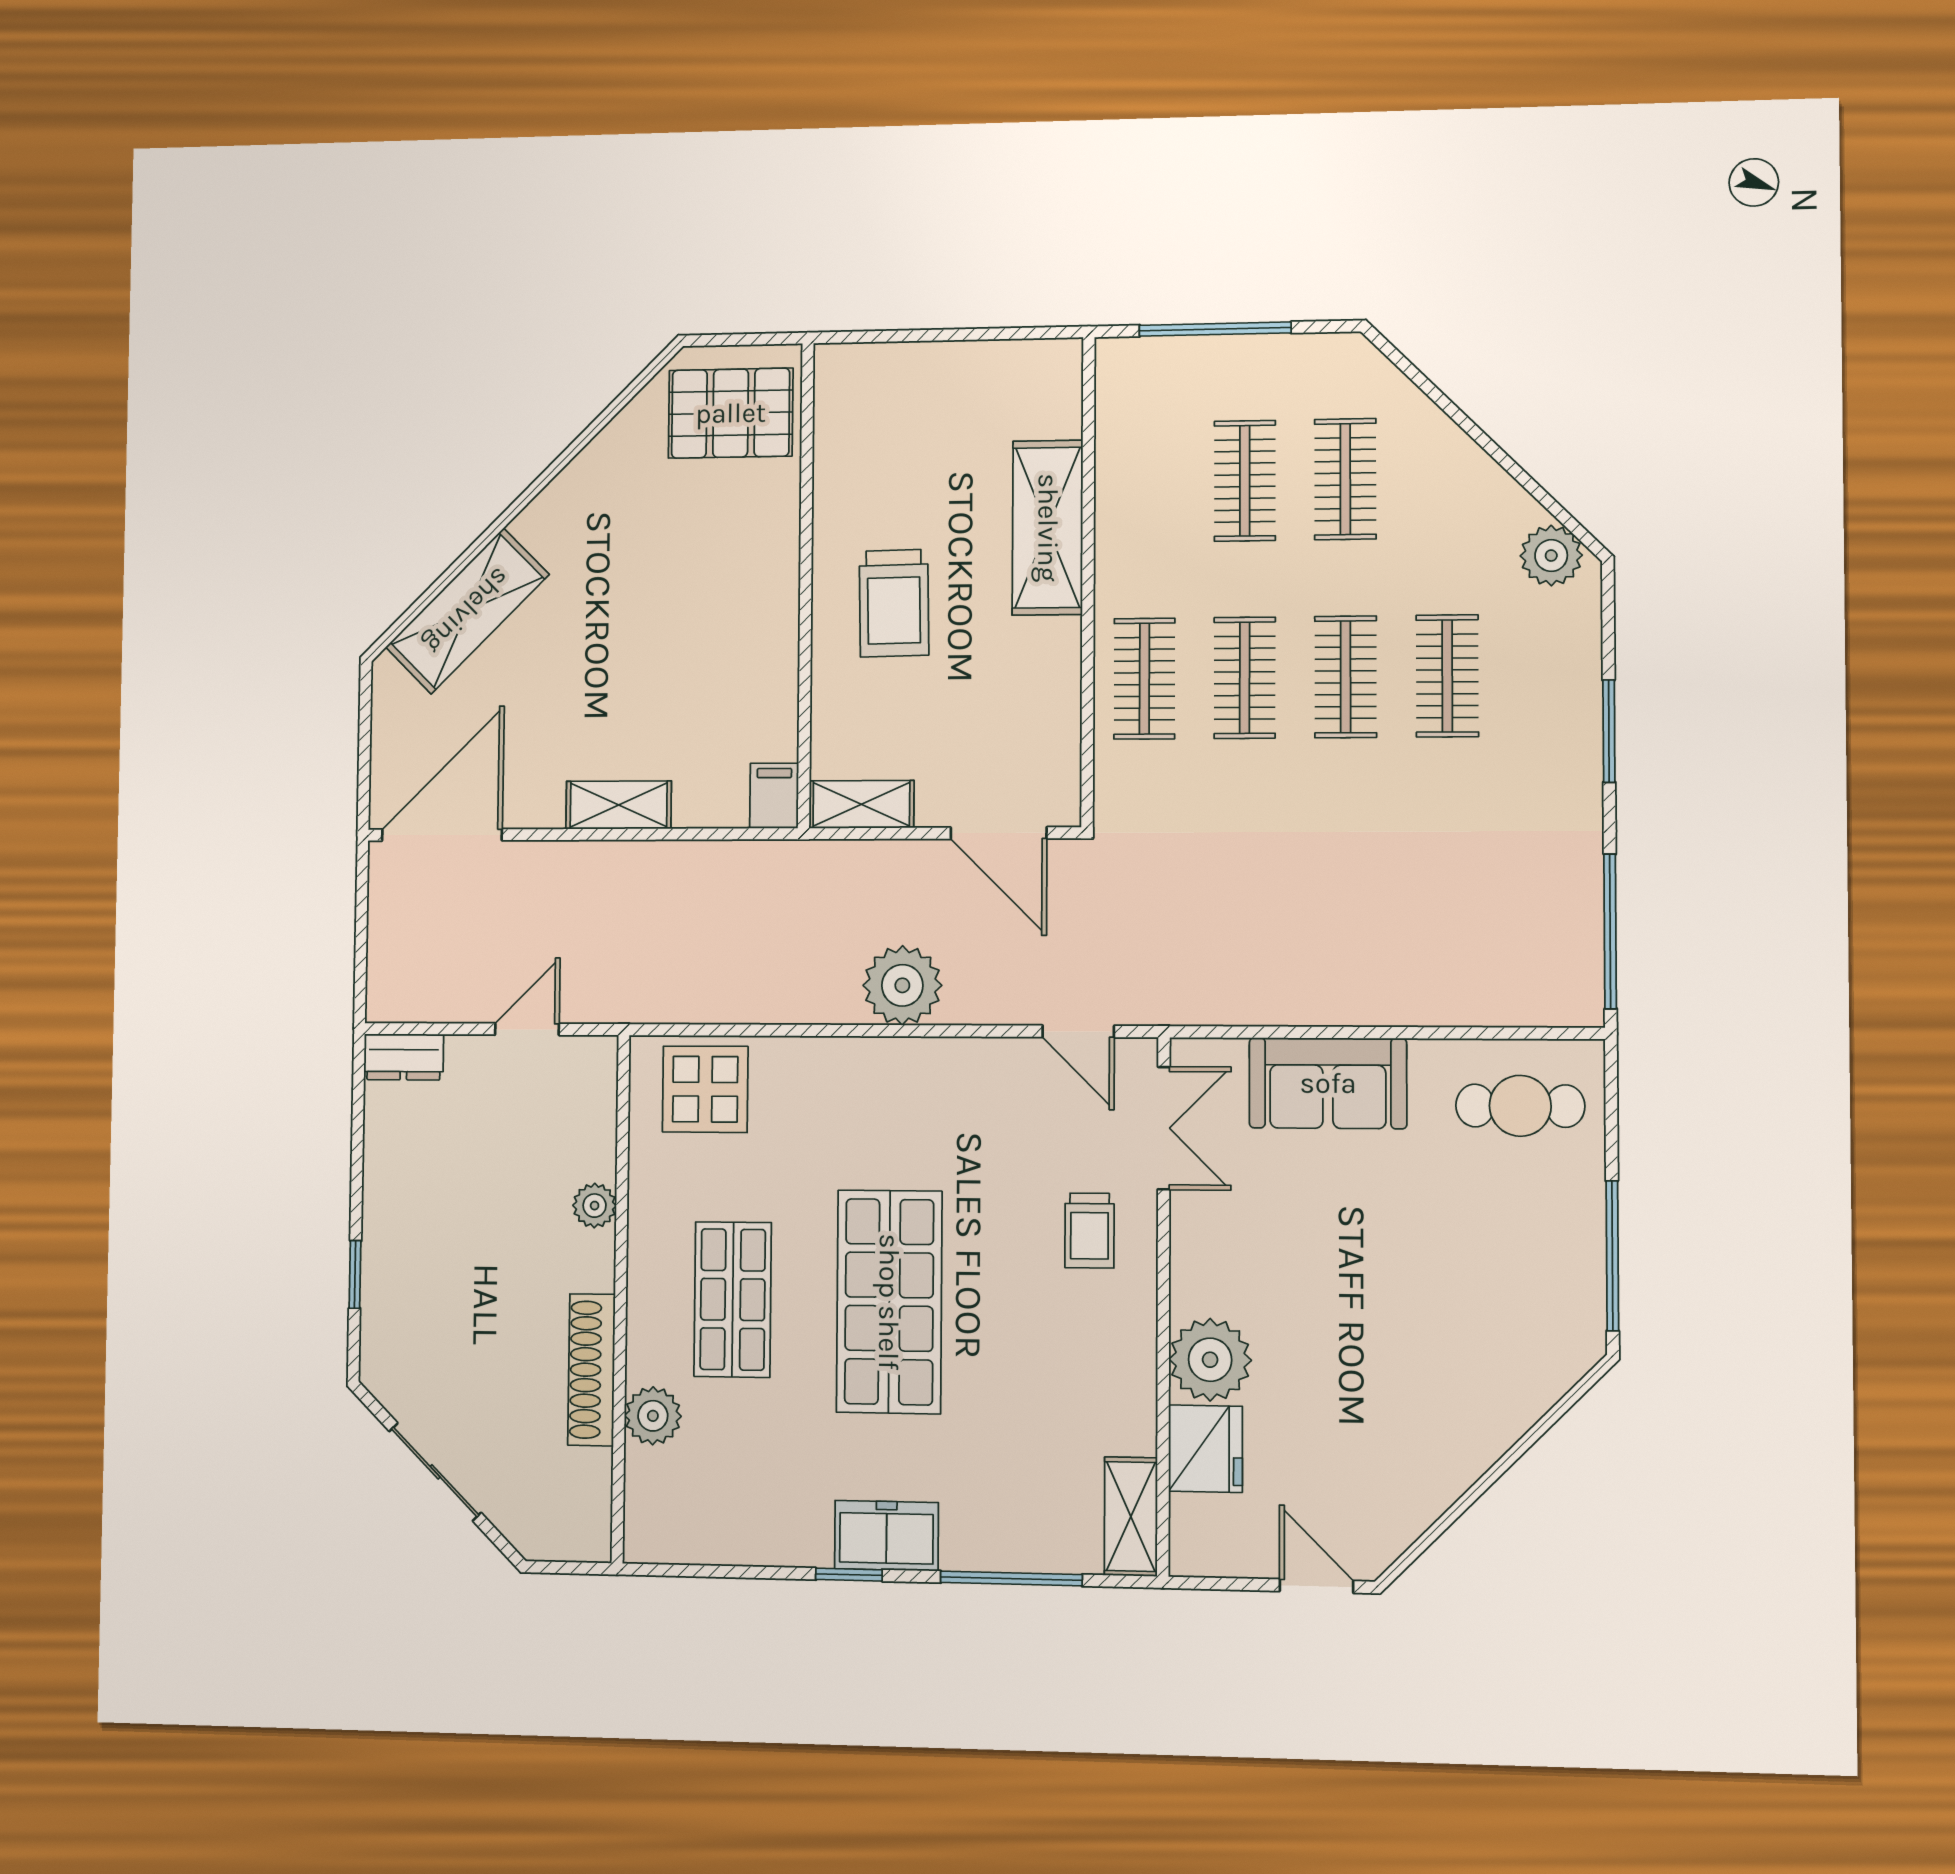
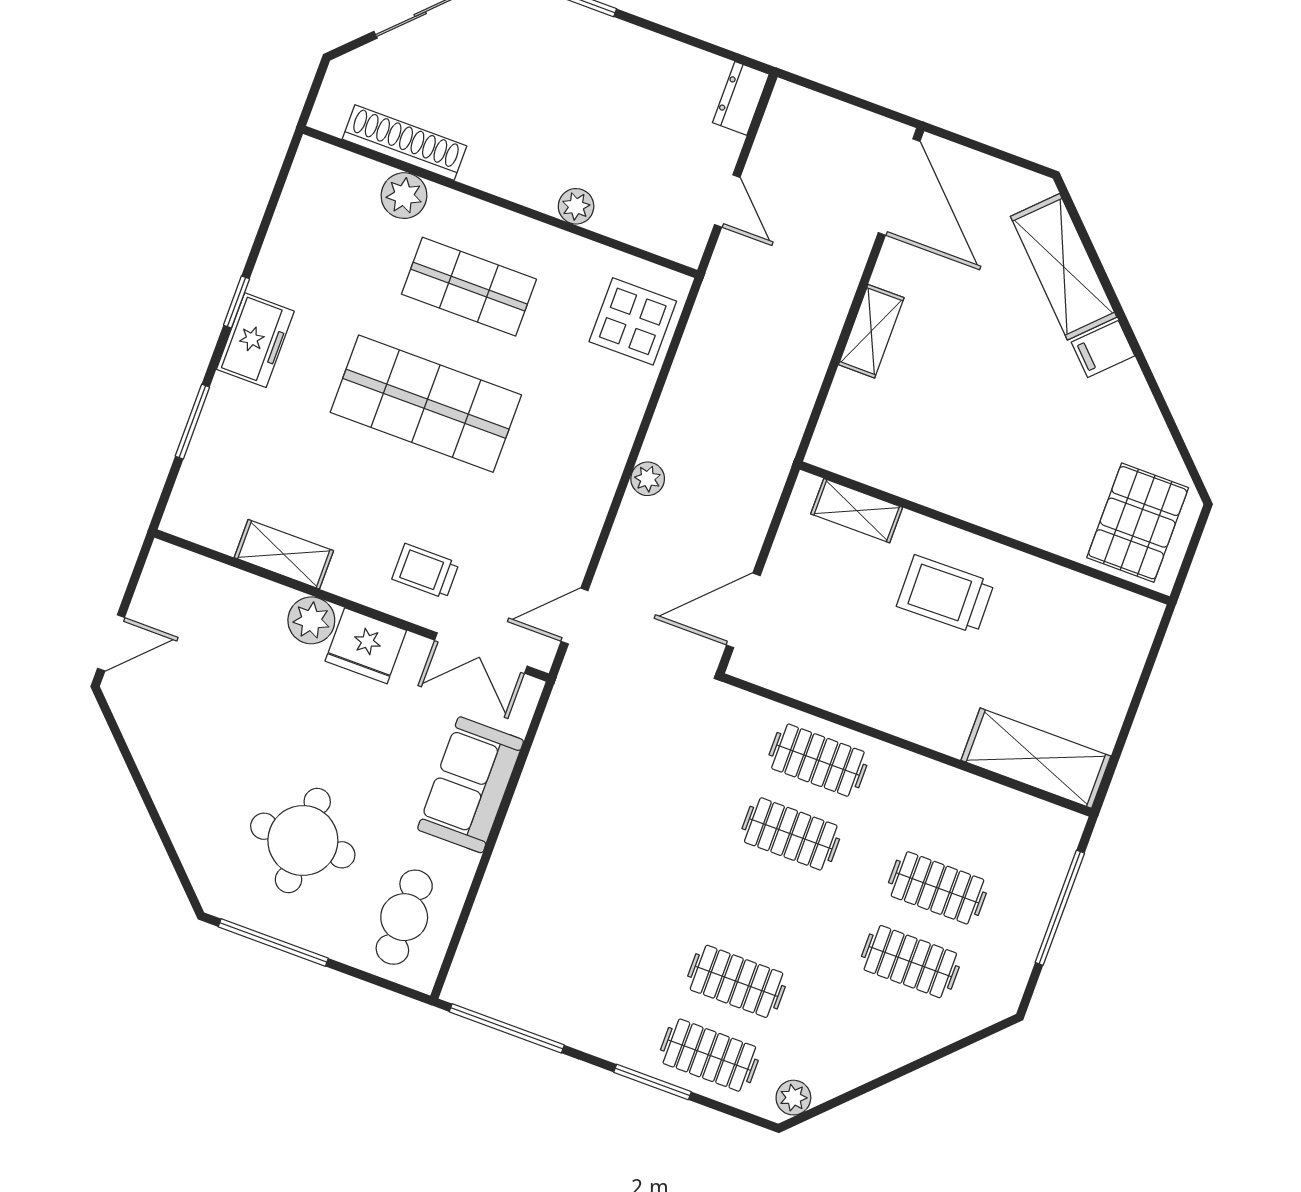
shelving: (1048, 528) -> (1036, 758), moved
plant: (1551, 556) -> (793, 1098), width x0.73, depth x0.73
clothes rail: (1346, 677) -> (709, 1055), moved
filing cabinet: (774, 796) -> (1103, 349), moved, turned 135
shelving: (861, 804) -> (857, 511), moved, turned 90
plant: (902, 985) -> (648, 479), width x0.53, depth x0.53
round table: (1472, 1264) -> (303, 841), added
plant: (1210, 1360) -> (311, 620), width x0.73, depth x0.73
shoe rack: (591, 1370) -> (404, 142), moved
fridge: (1205, 1449) -> (366, 646), moved
shelving: (1131, 1517) -> (284, 554), moved
window: (1011, 1579) -> (192, 422), width x0.69

